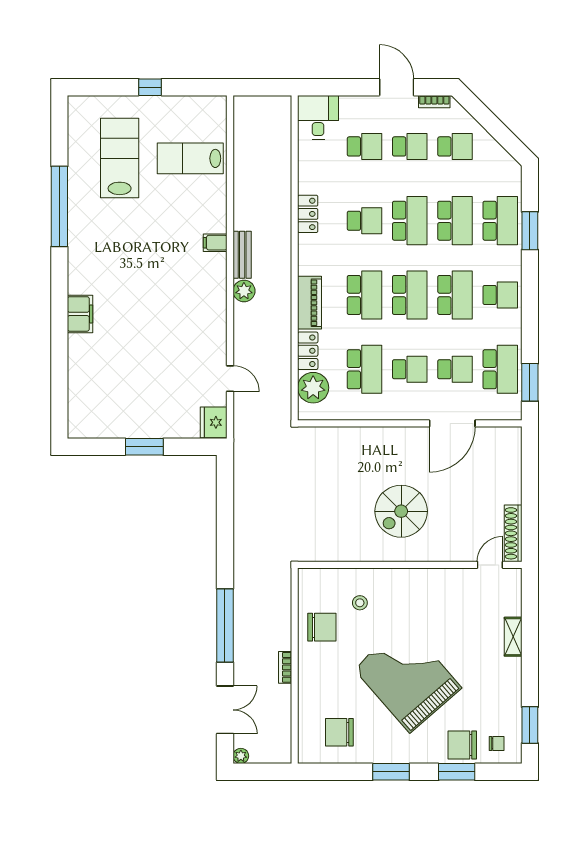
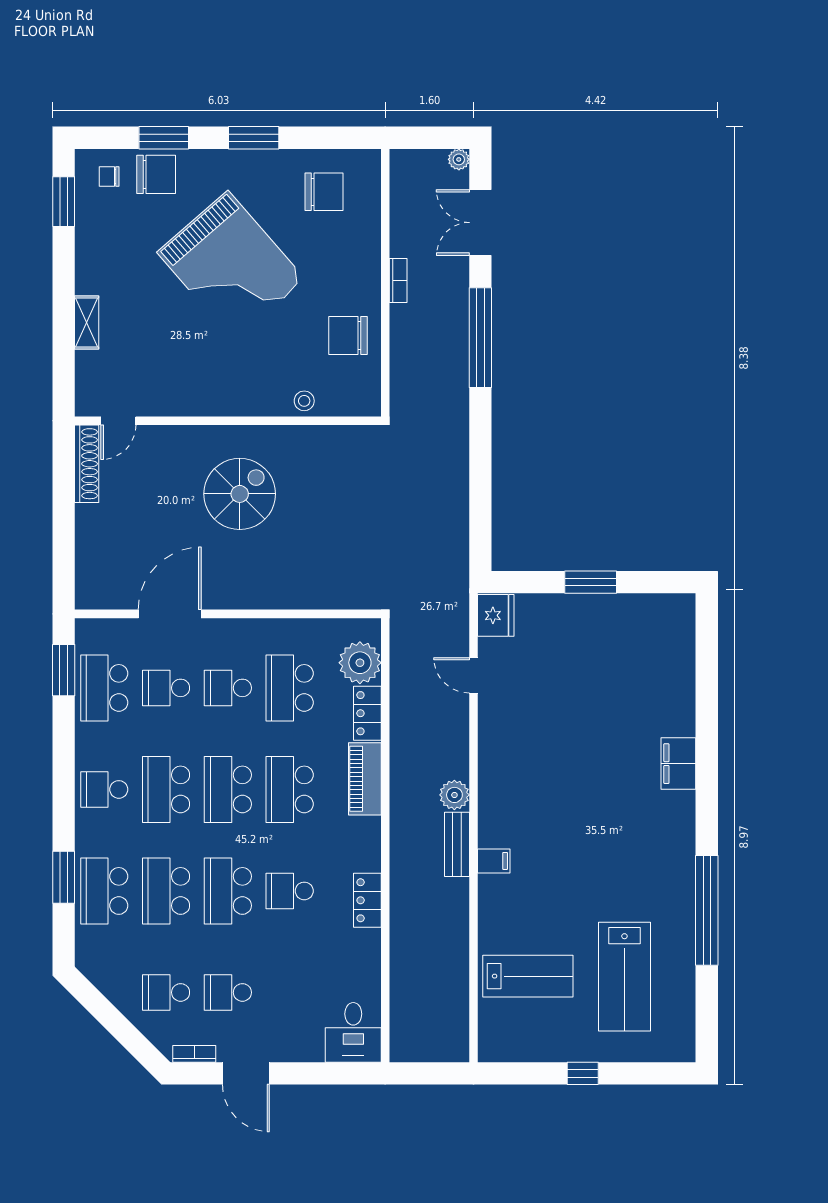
school desk: (365, 146) -> (290, 992), removed
stool: (360, 603) -> (304, 401), moved

